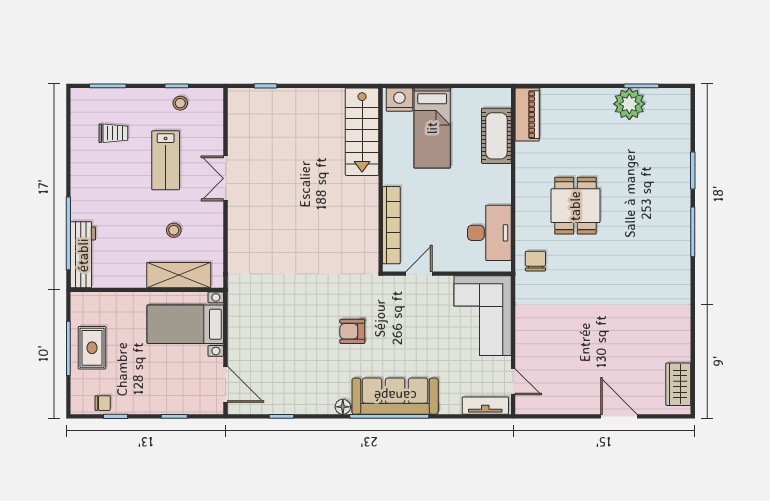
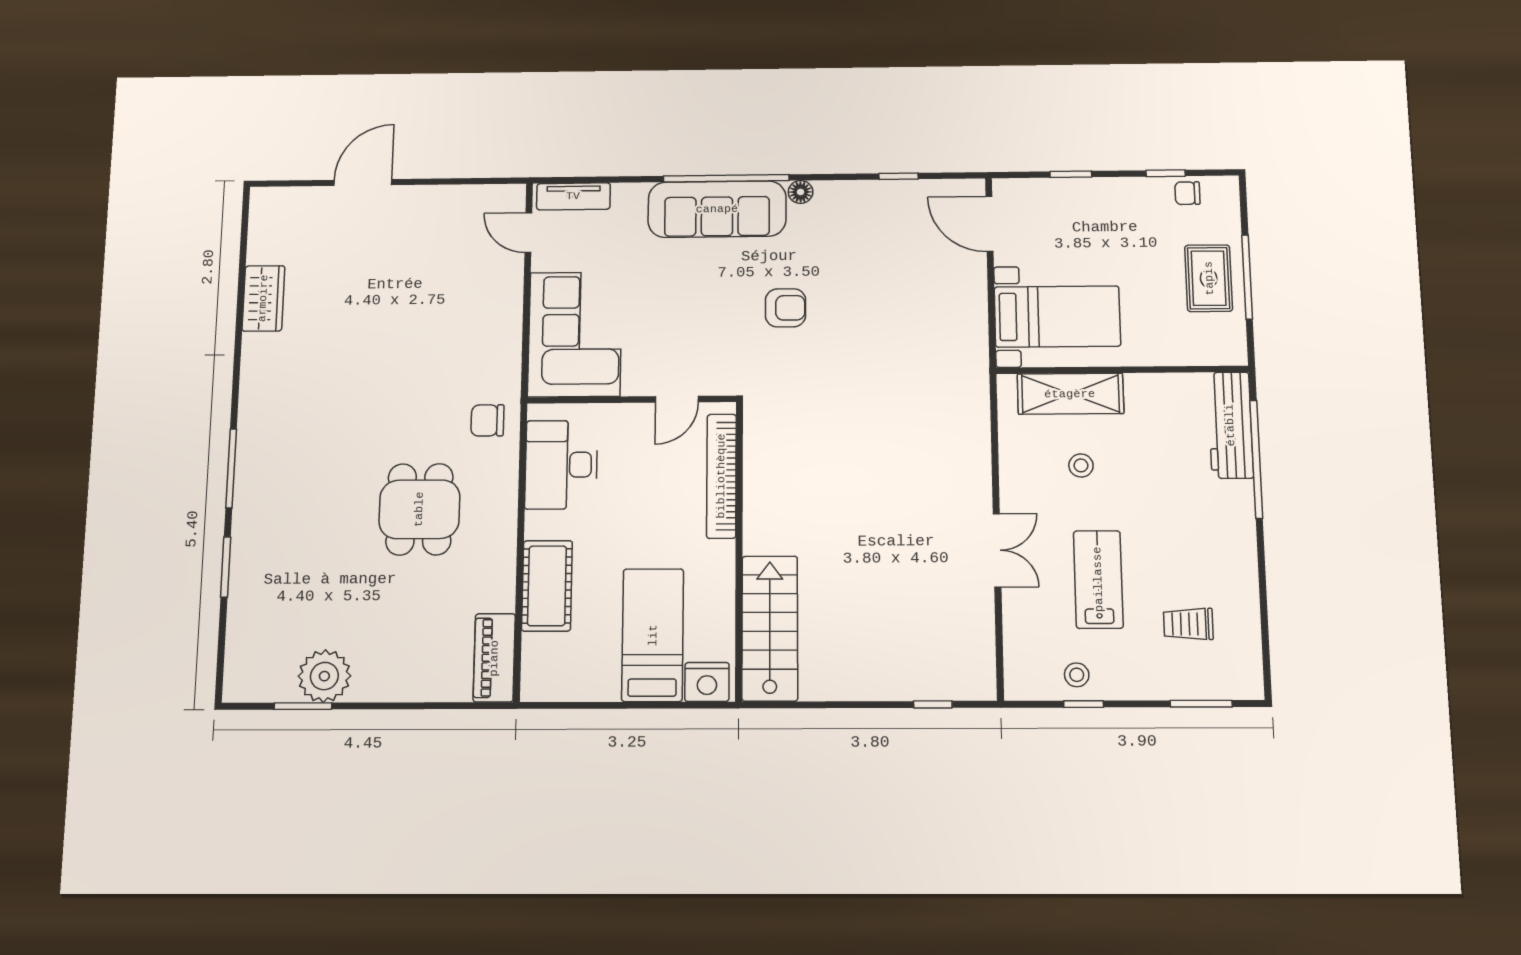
cot: (496, 136) -> (547, 586), moved
chair: (535, 261) -> (487, 420), turned 90
wardrobe: (678, 384) -> (263, 298), moved
door: (619, 416) -> (363, 182), swing flipped

